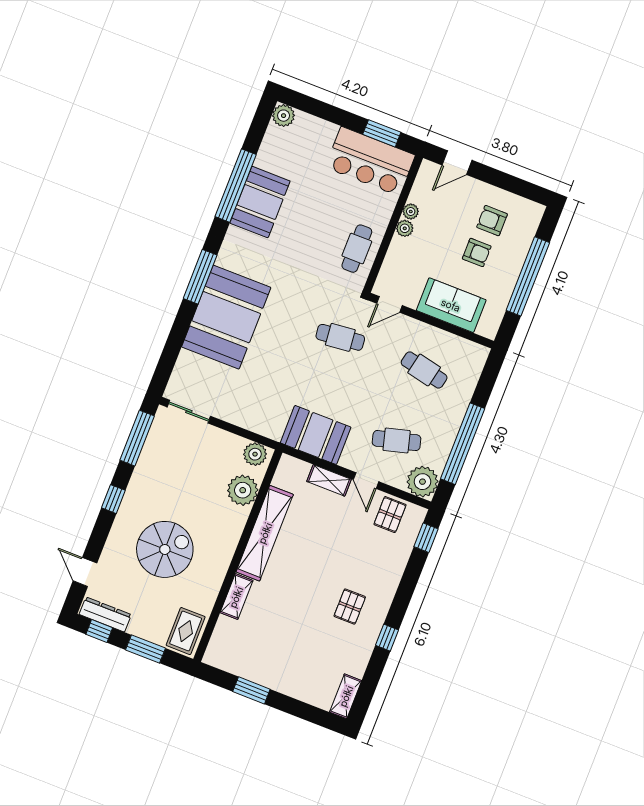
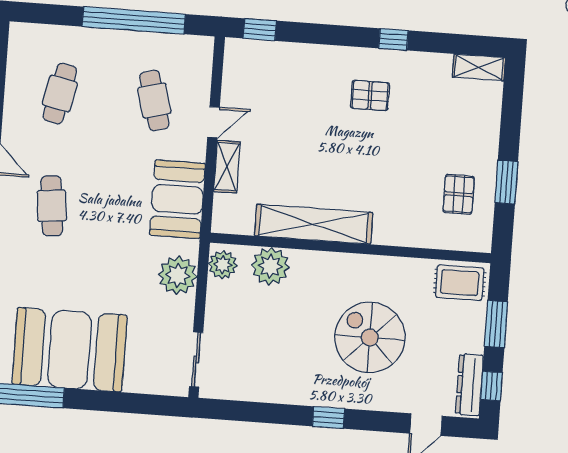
window: (137, 438) -> (247, 411), removed
plant: (422, 482) -> (178, 275), moved
pallet: (390, 515) -> (459, 194), moved, turned 90
shelving: (236, 597) -> (400, 235), removed

